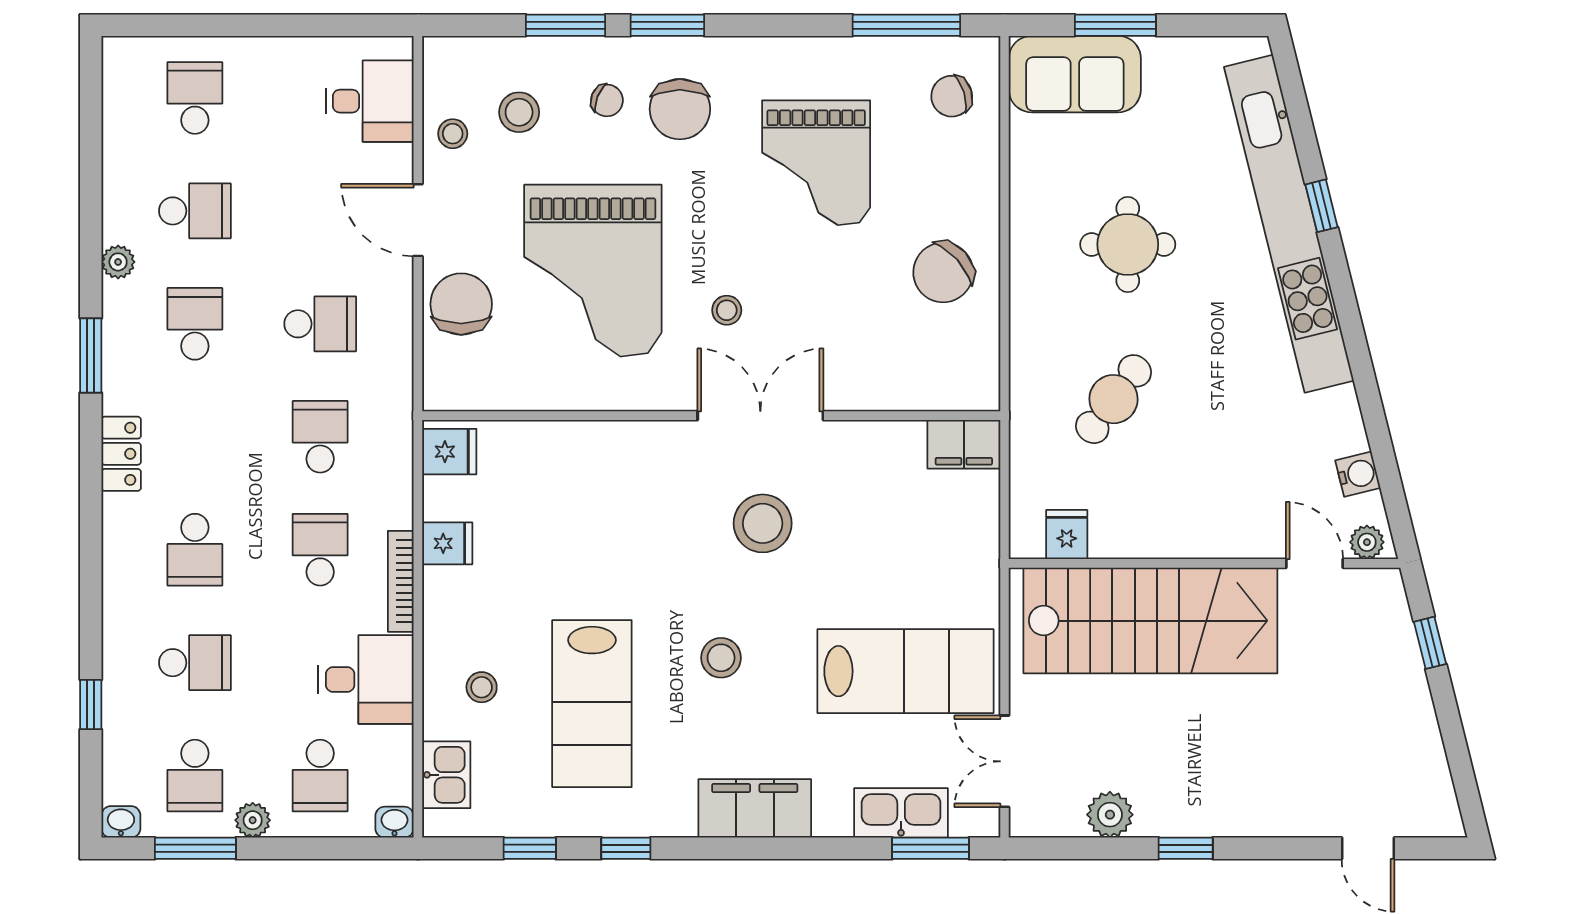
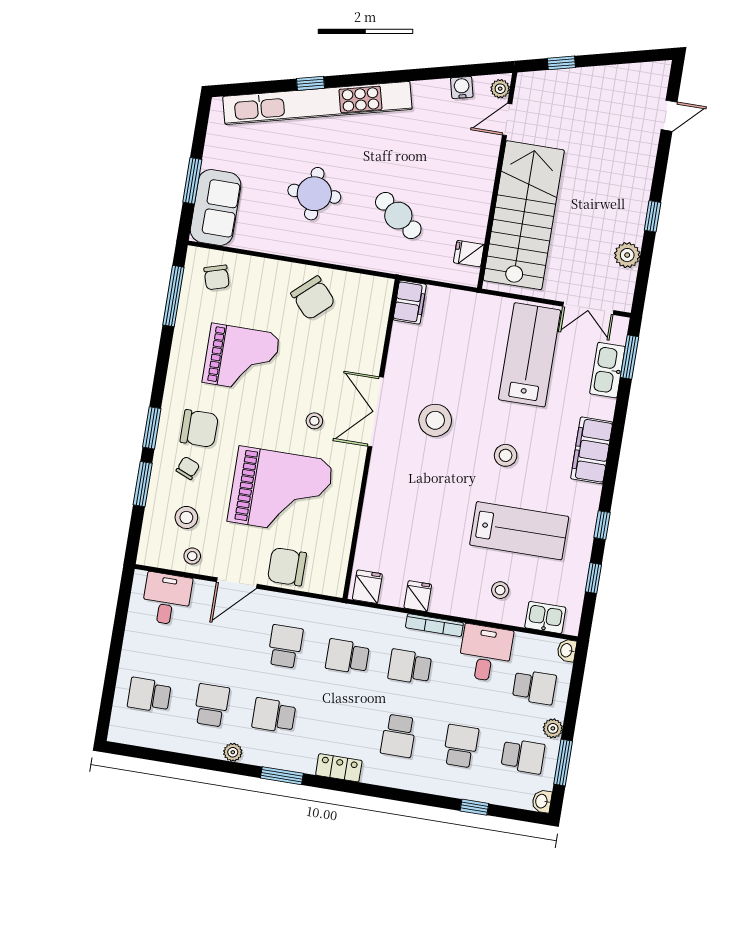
school desk: (195, 550) -> (398, 736), turned 90

